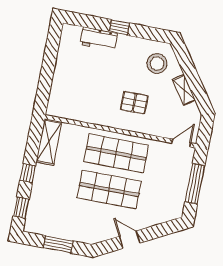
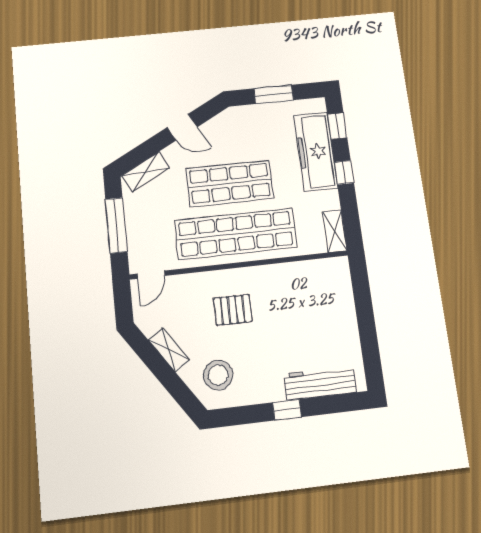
workbench: (99, 39) -> (320, 383), width x1.38
shelving: (49, 142) -> (335, 231), width x0.67, depth x0.75
shop shelf: (116, 153) -> (236, 234), width x1.40
freezer: (42, 194) -> (316, 152), added
shelving: (164, 215) -> (146, 172), added

